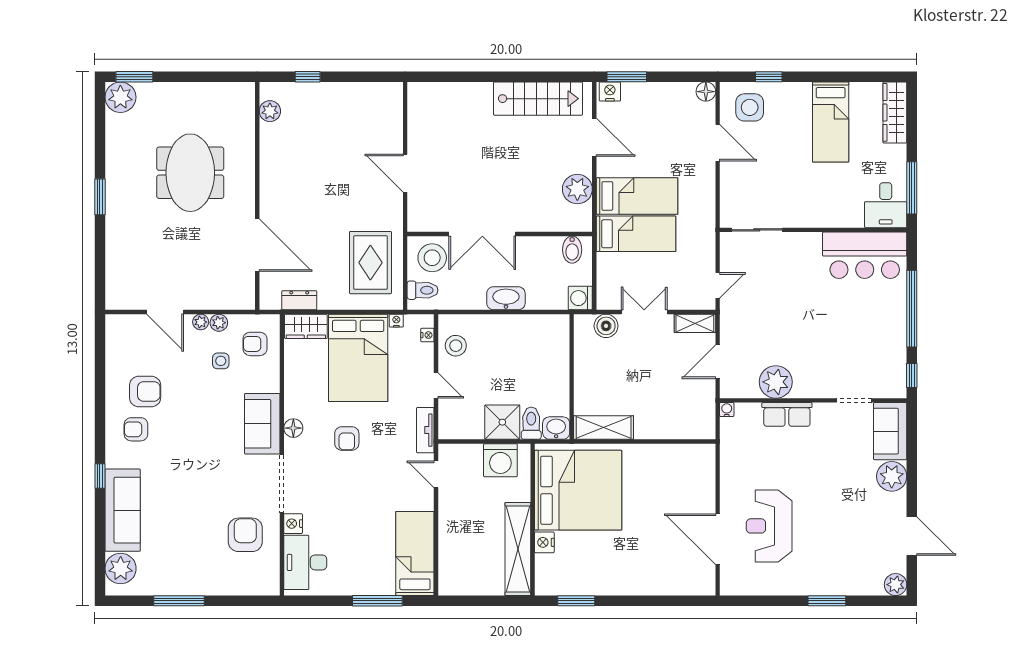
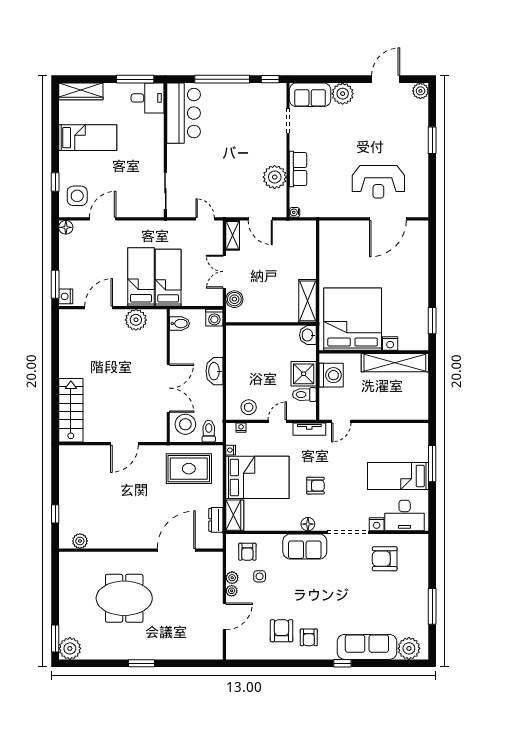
stairs: (538, 99) -> (71, 410), moved
toilet: (531, 423) -> (304, 395), moved
bed: (415, 553) -> (398, 476), moved

